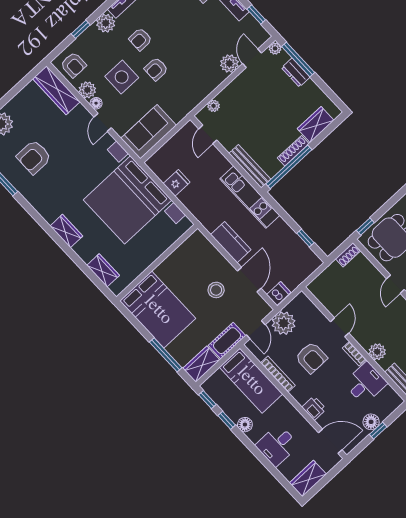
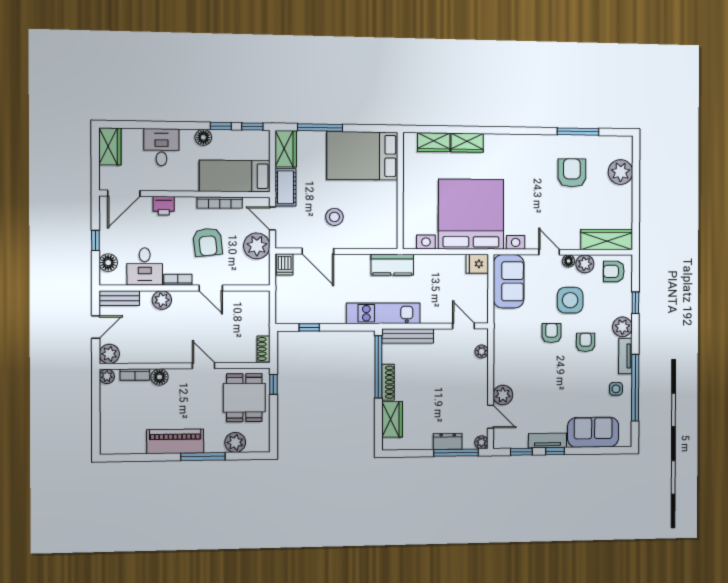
fridge: (177, 183) -> (477, 264), moved, turned 90
wardrobe: (66, 231) -> (467, 143), moved
kitchen counter: (231, 242) -> (392, 265), moved
armchair: (311, 358) -> (208, 242), turned -96
floor lamp: (371, 422) -> (108, 263), moved

